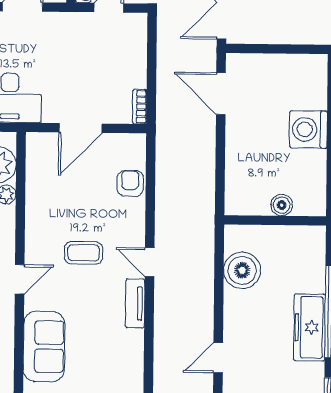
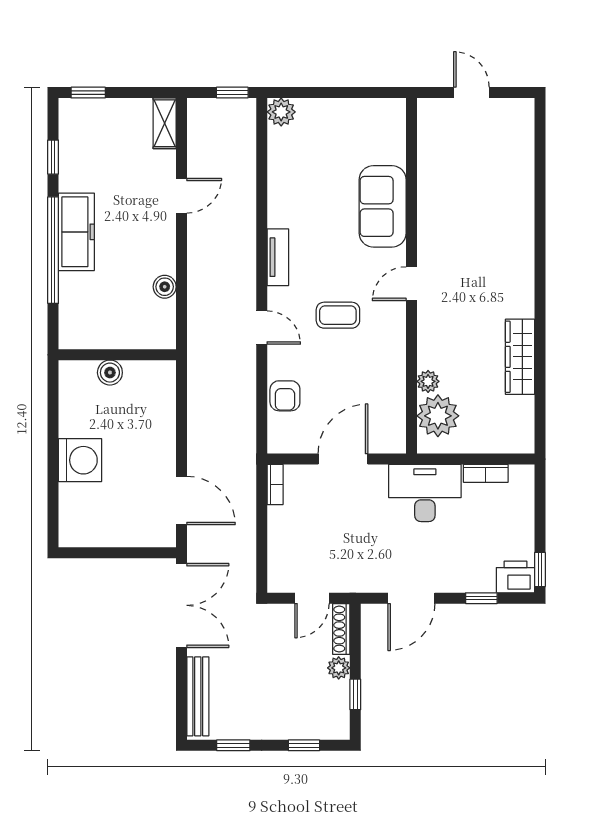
door: (150, 262) -> (262, 328), moved
boiler: (242, 270) -> (165, 287), width x0.54, depth x0.54

